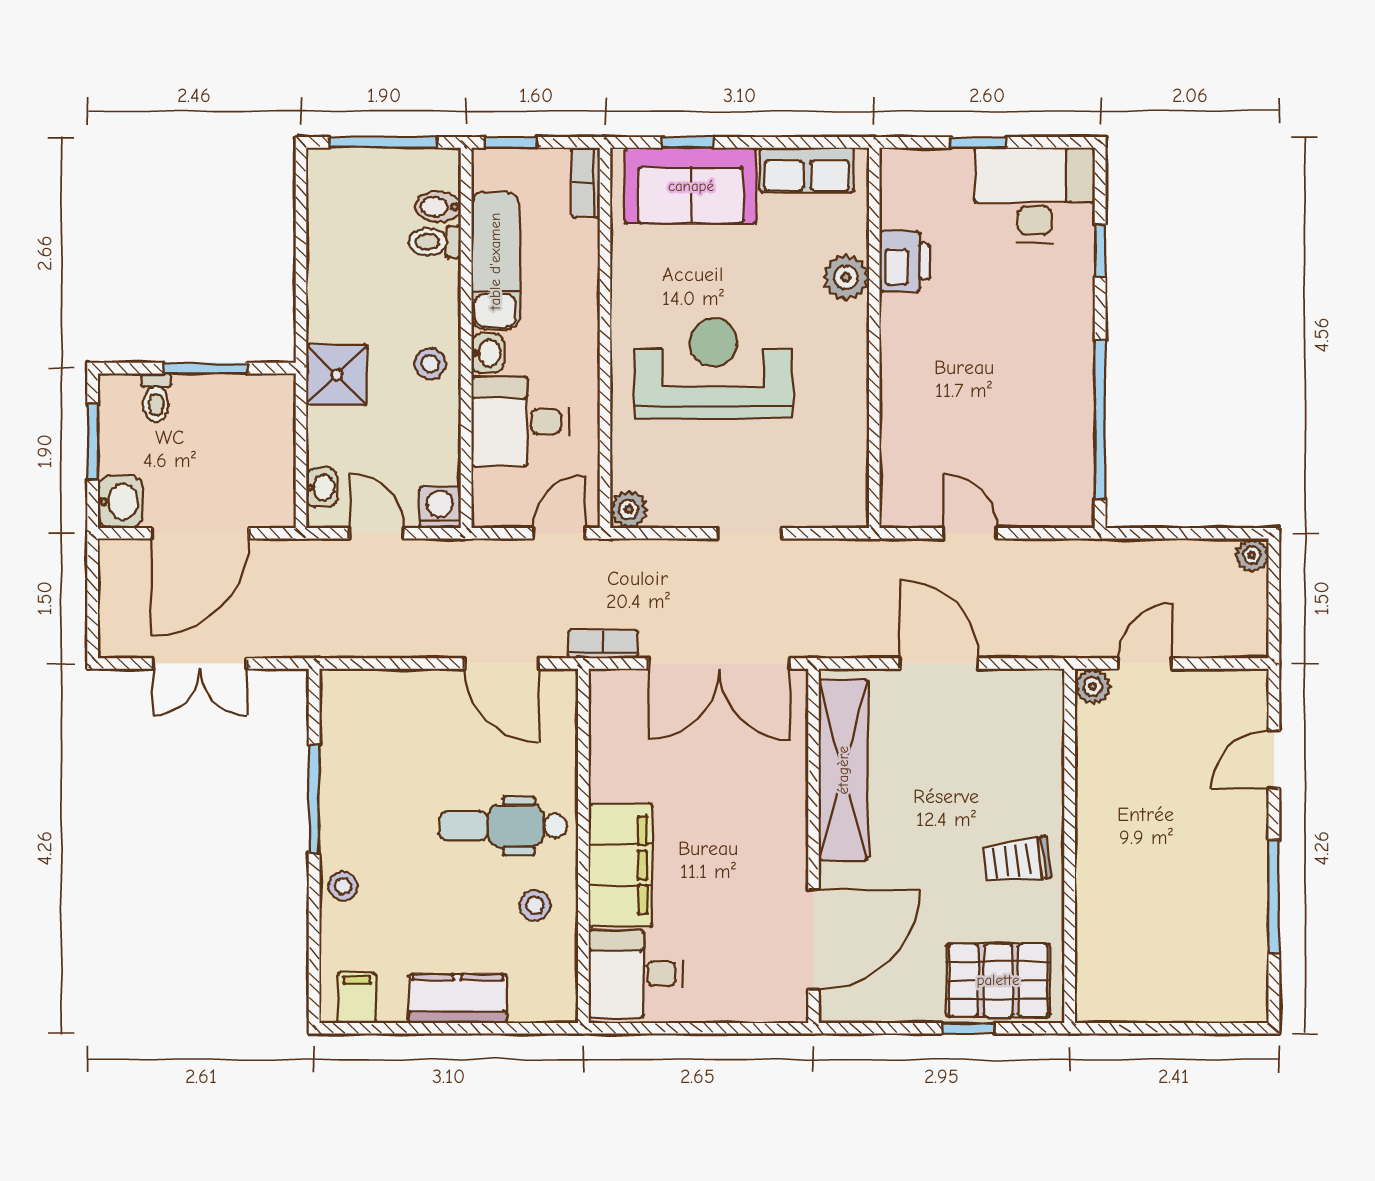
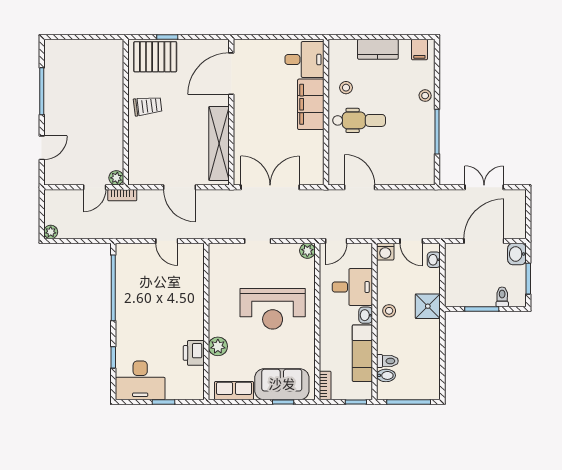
bookcase: (603, 644) -> (122, 195), moved

